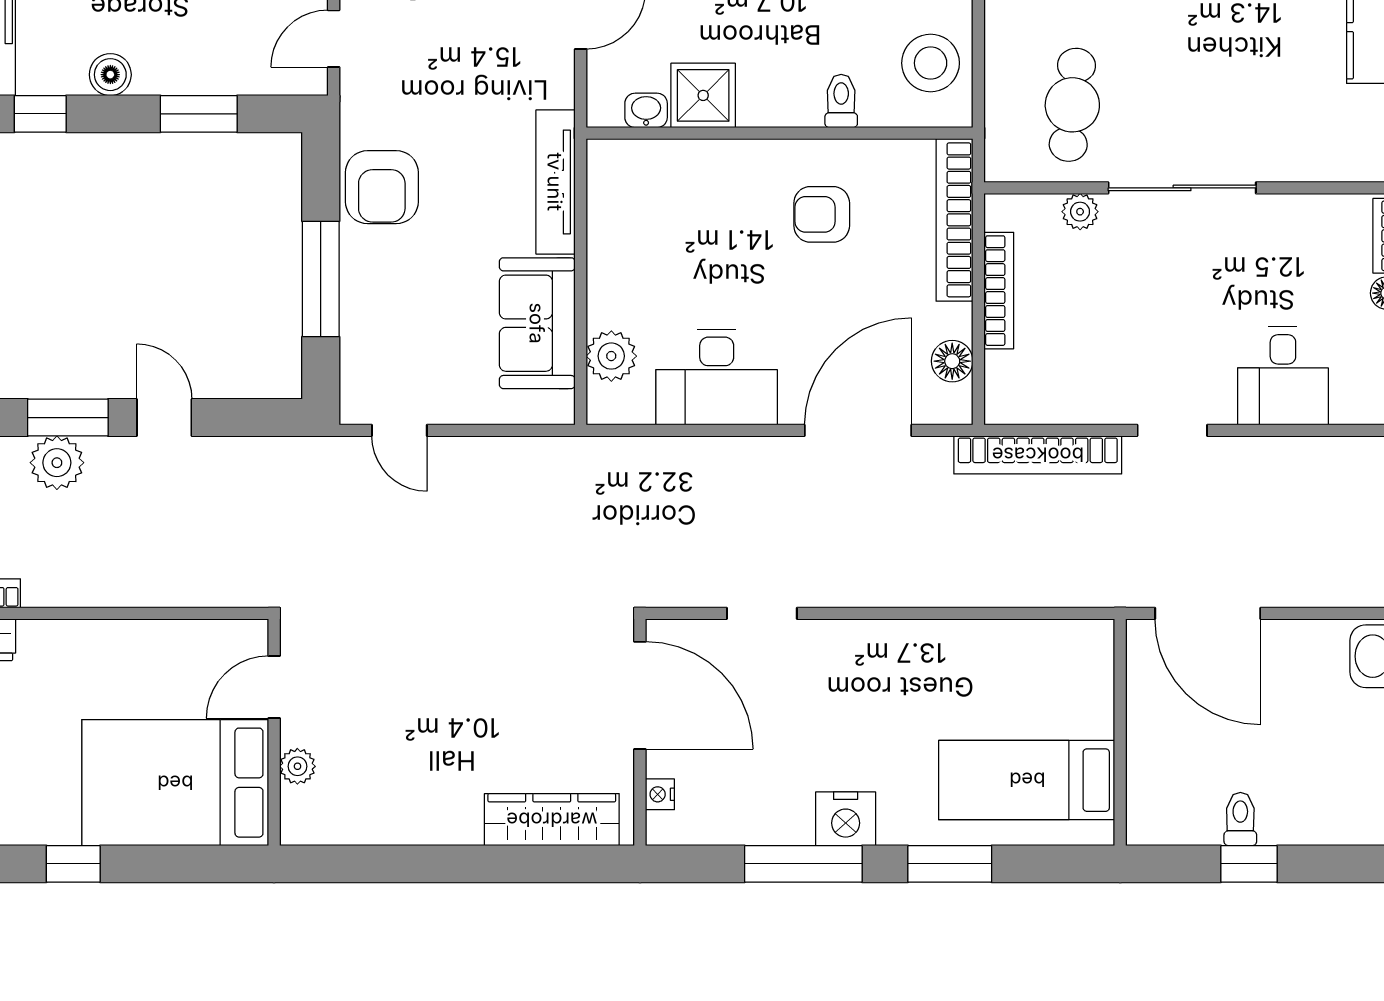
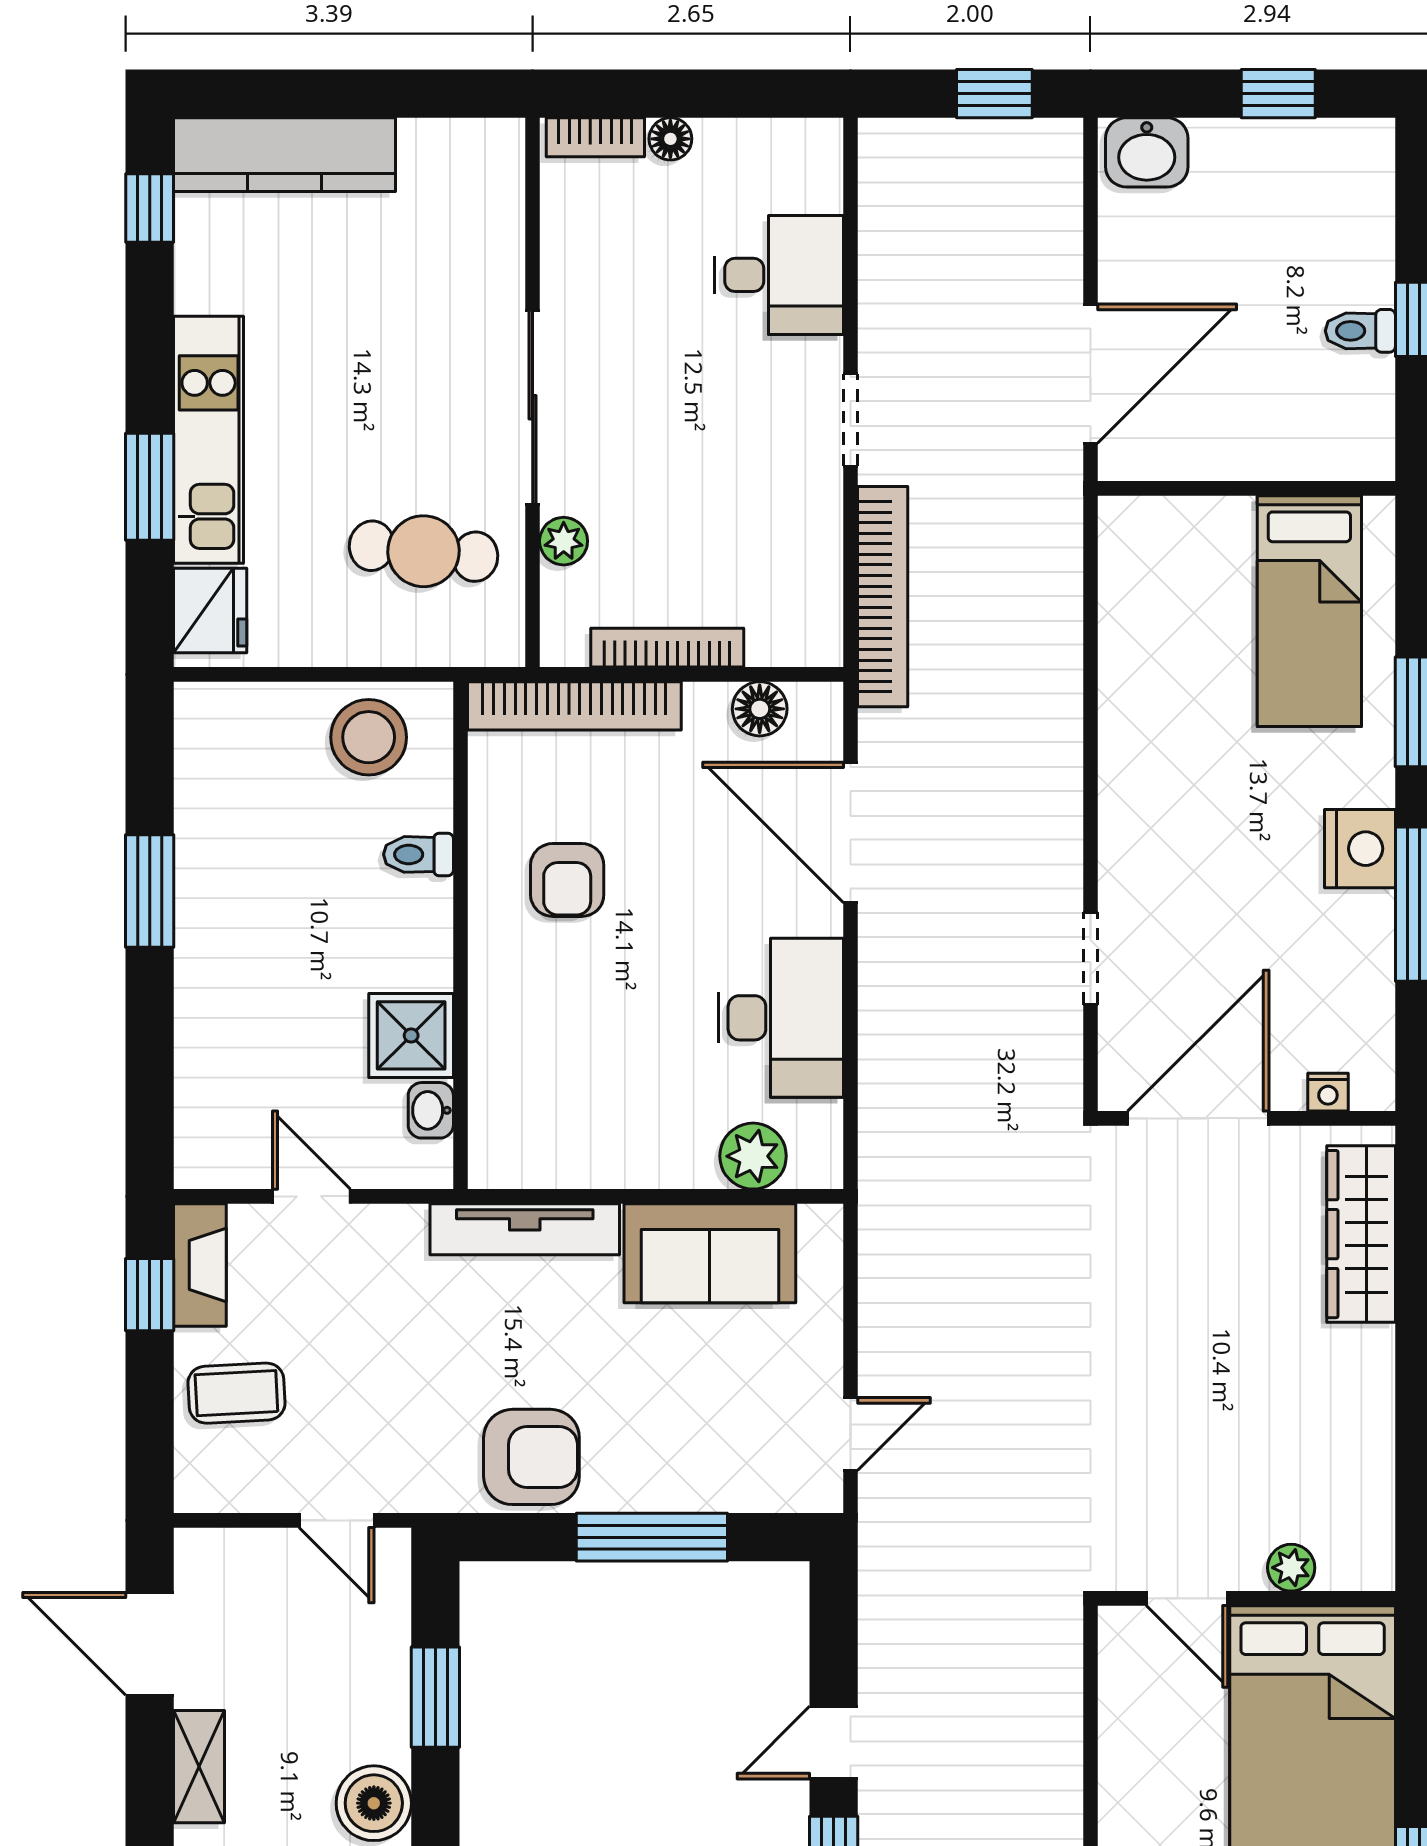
boiler: (110, 75) -> (374, 1803), width x1.36, depth x1.36

